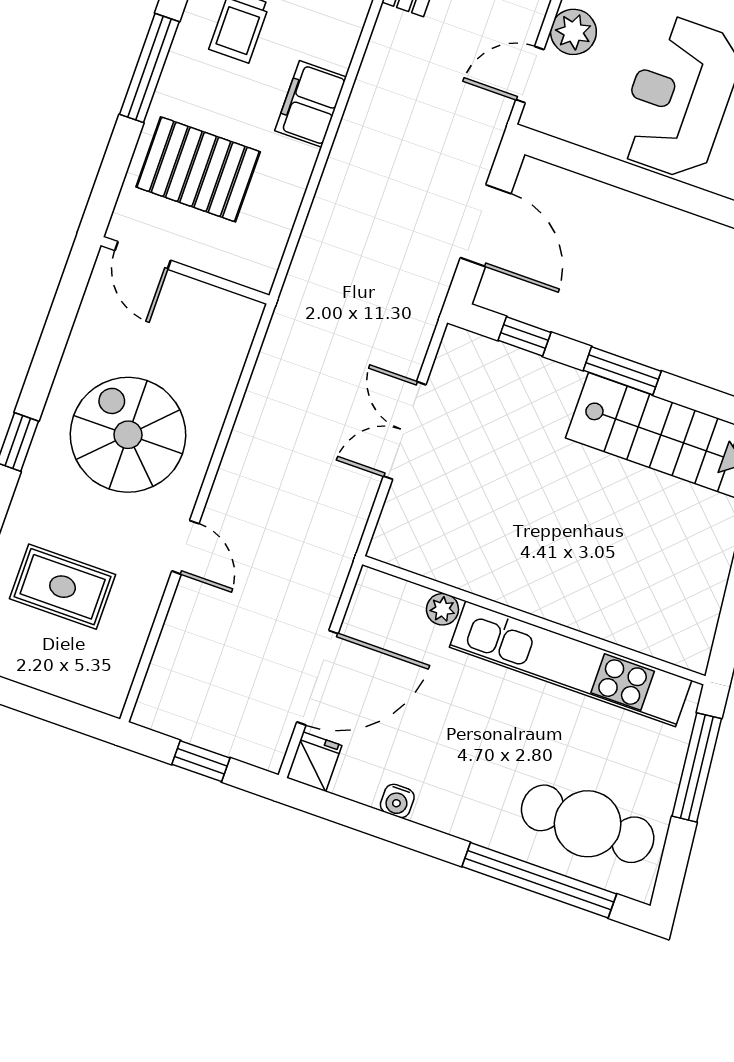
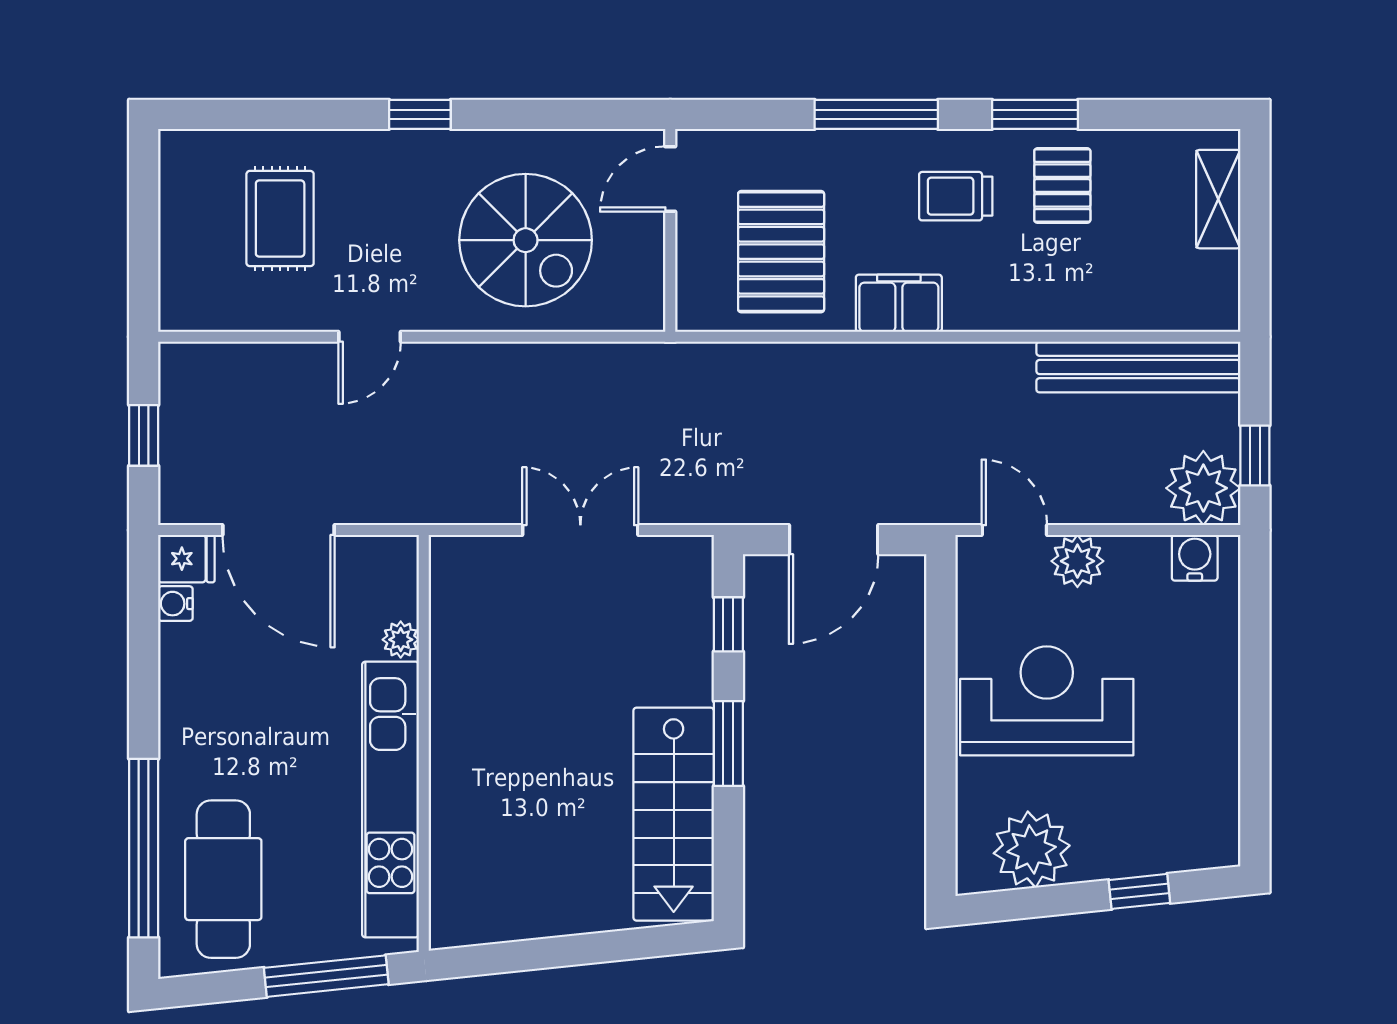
pallet: (198, 169) -> (781, 252), moved
spiral stairs: (128, 435) -> (526, 240), moved, turned 90
water cooler: (397, 801) -> (175, 604), moved

